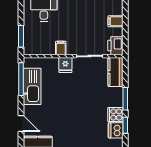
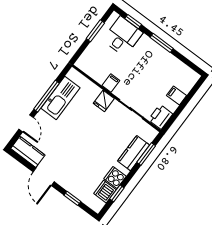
window: (21, 36) -> (95, 31), moved
kitchen counter: (115, 72) -> (134, 153), moved
window: (21, 79) -> (47, 96), moved
window: (125, 99) -> (146, 154), moved

